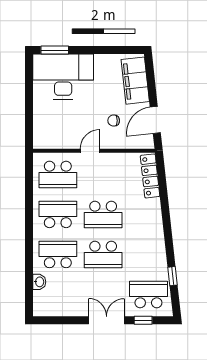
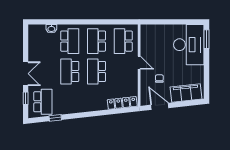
school desk: (58, 214) -> (96, 41), turned 180

